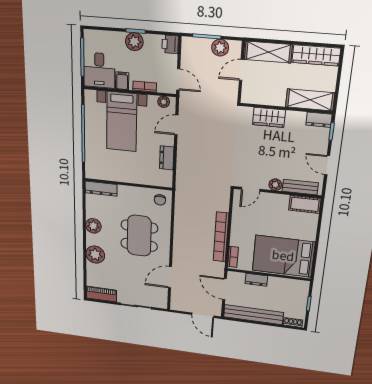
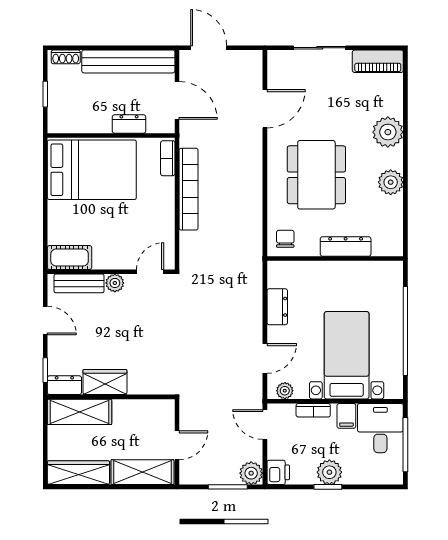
plant: (220, 48) -> (251, 473), moved
wardrobe: (269, 117) -> (105, 382), moved
dresser: (101, 189) -> (346, 246), moved

